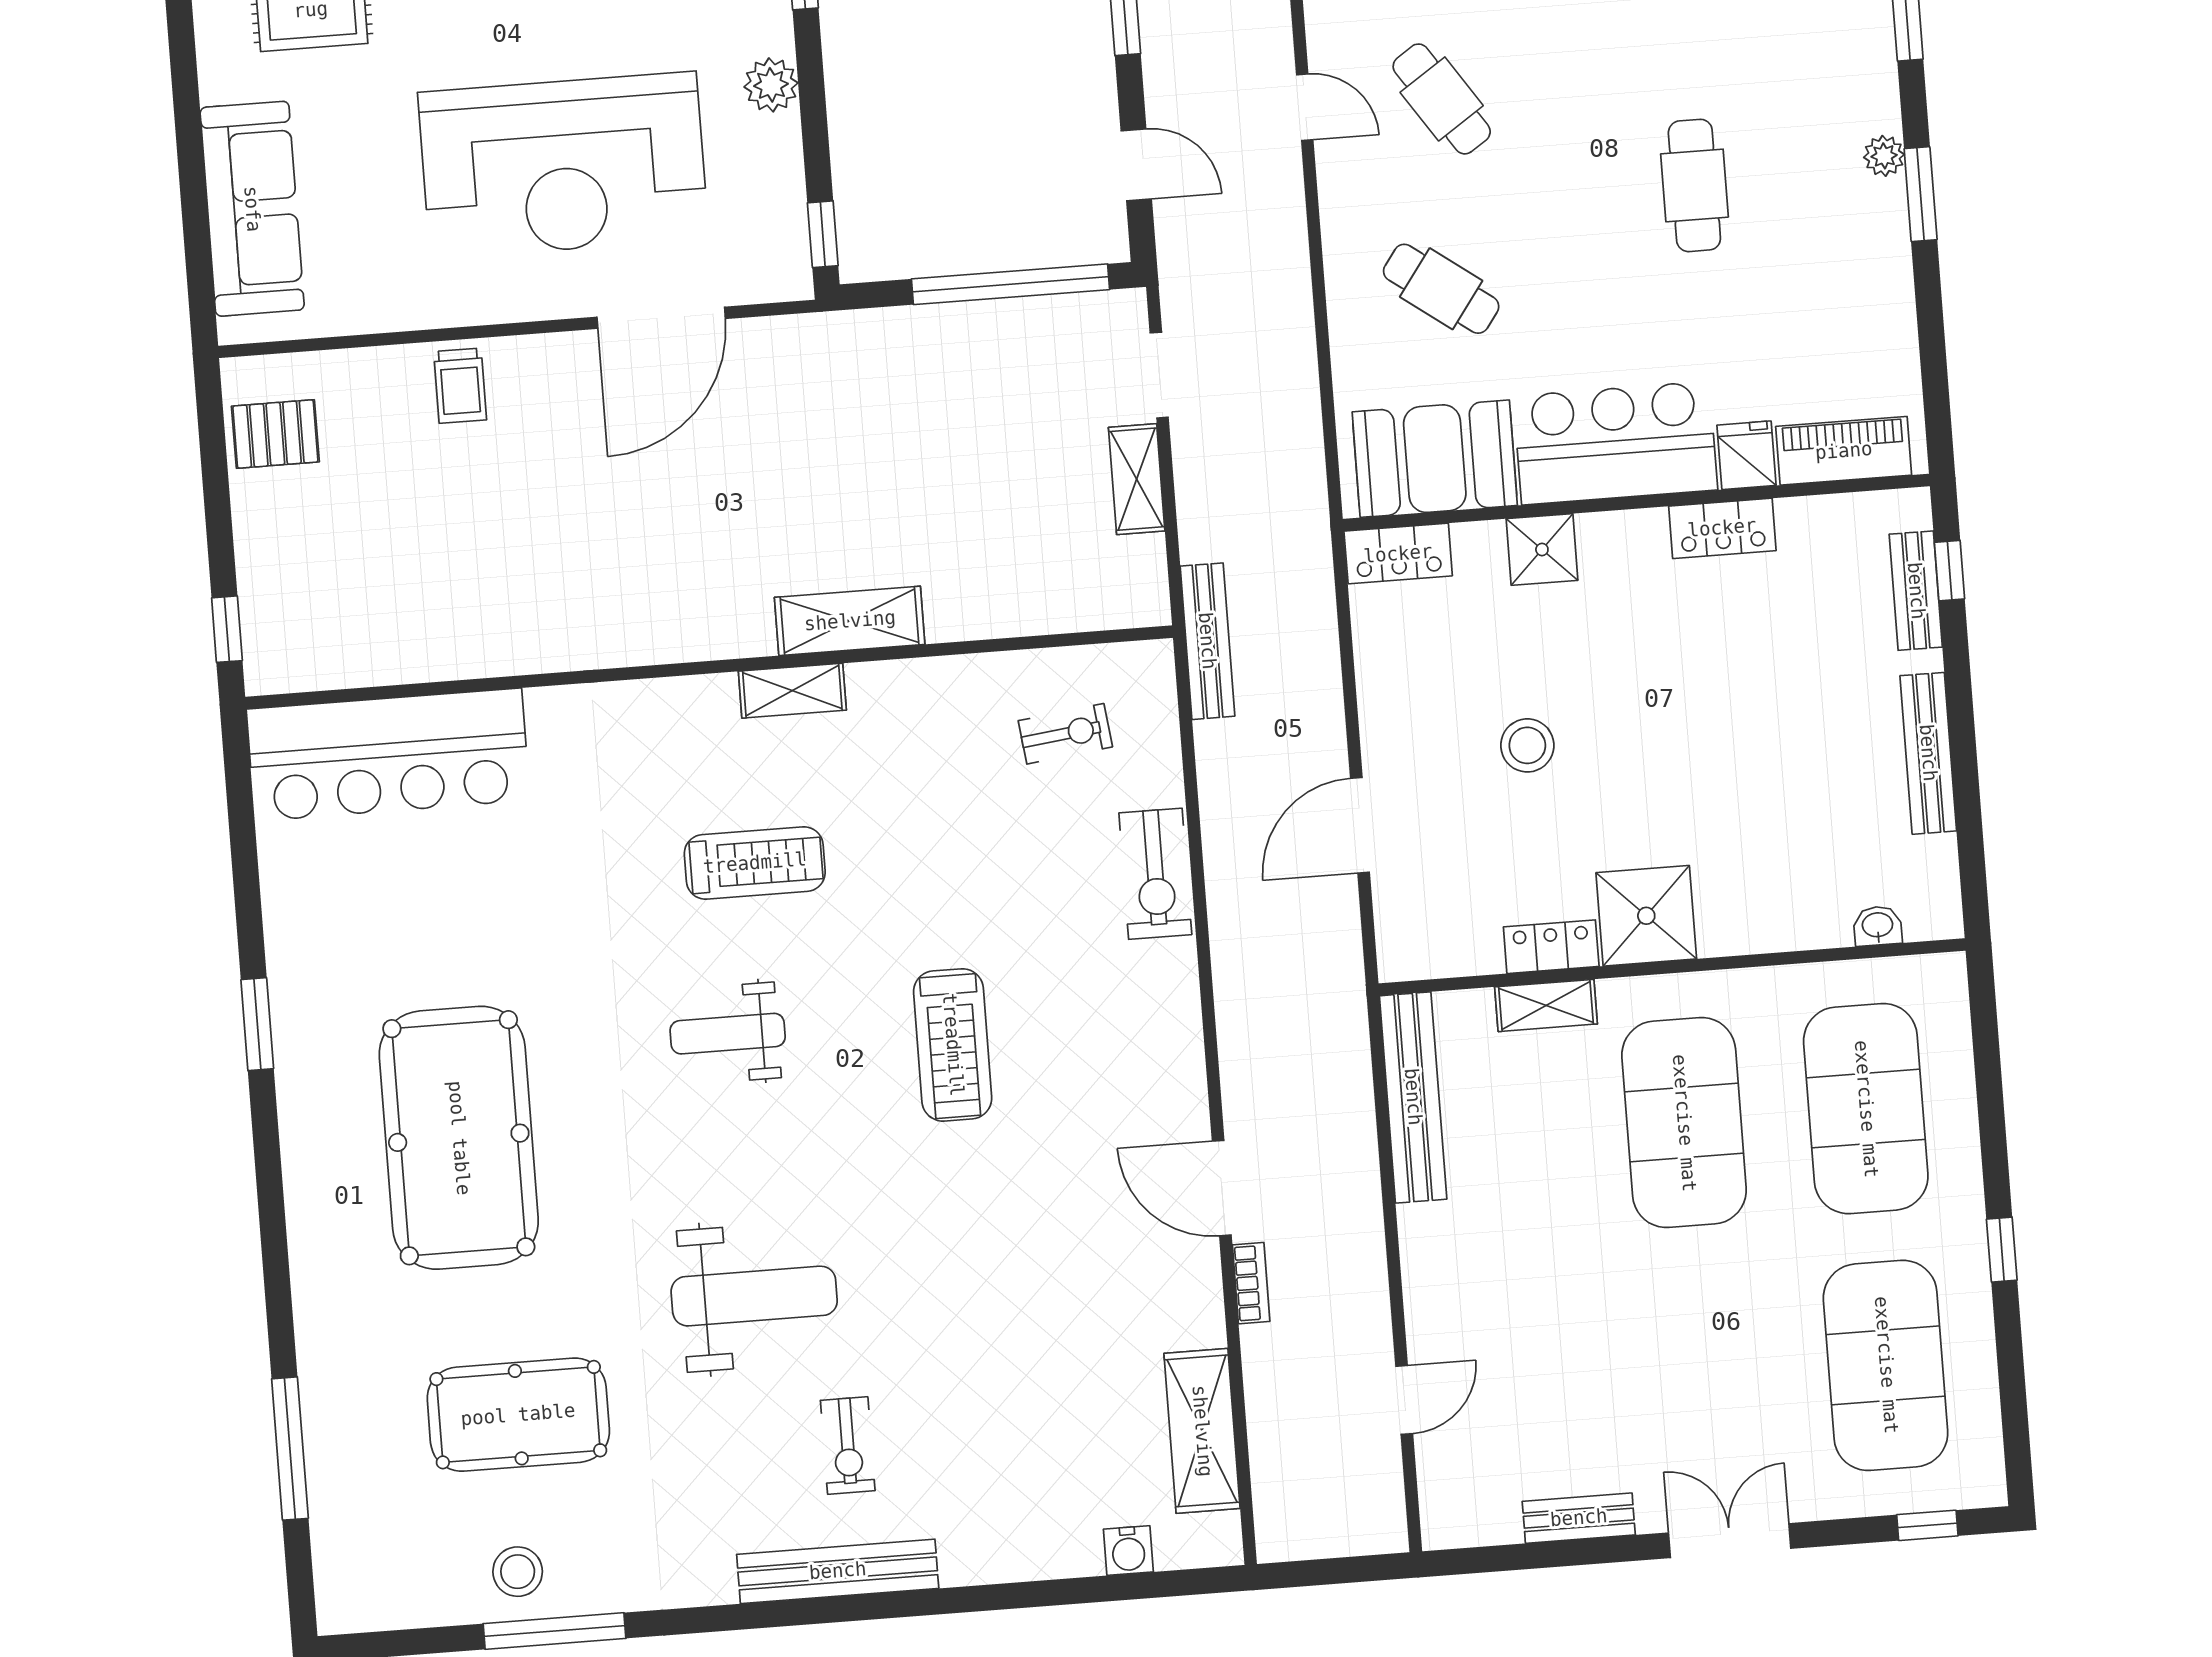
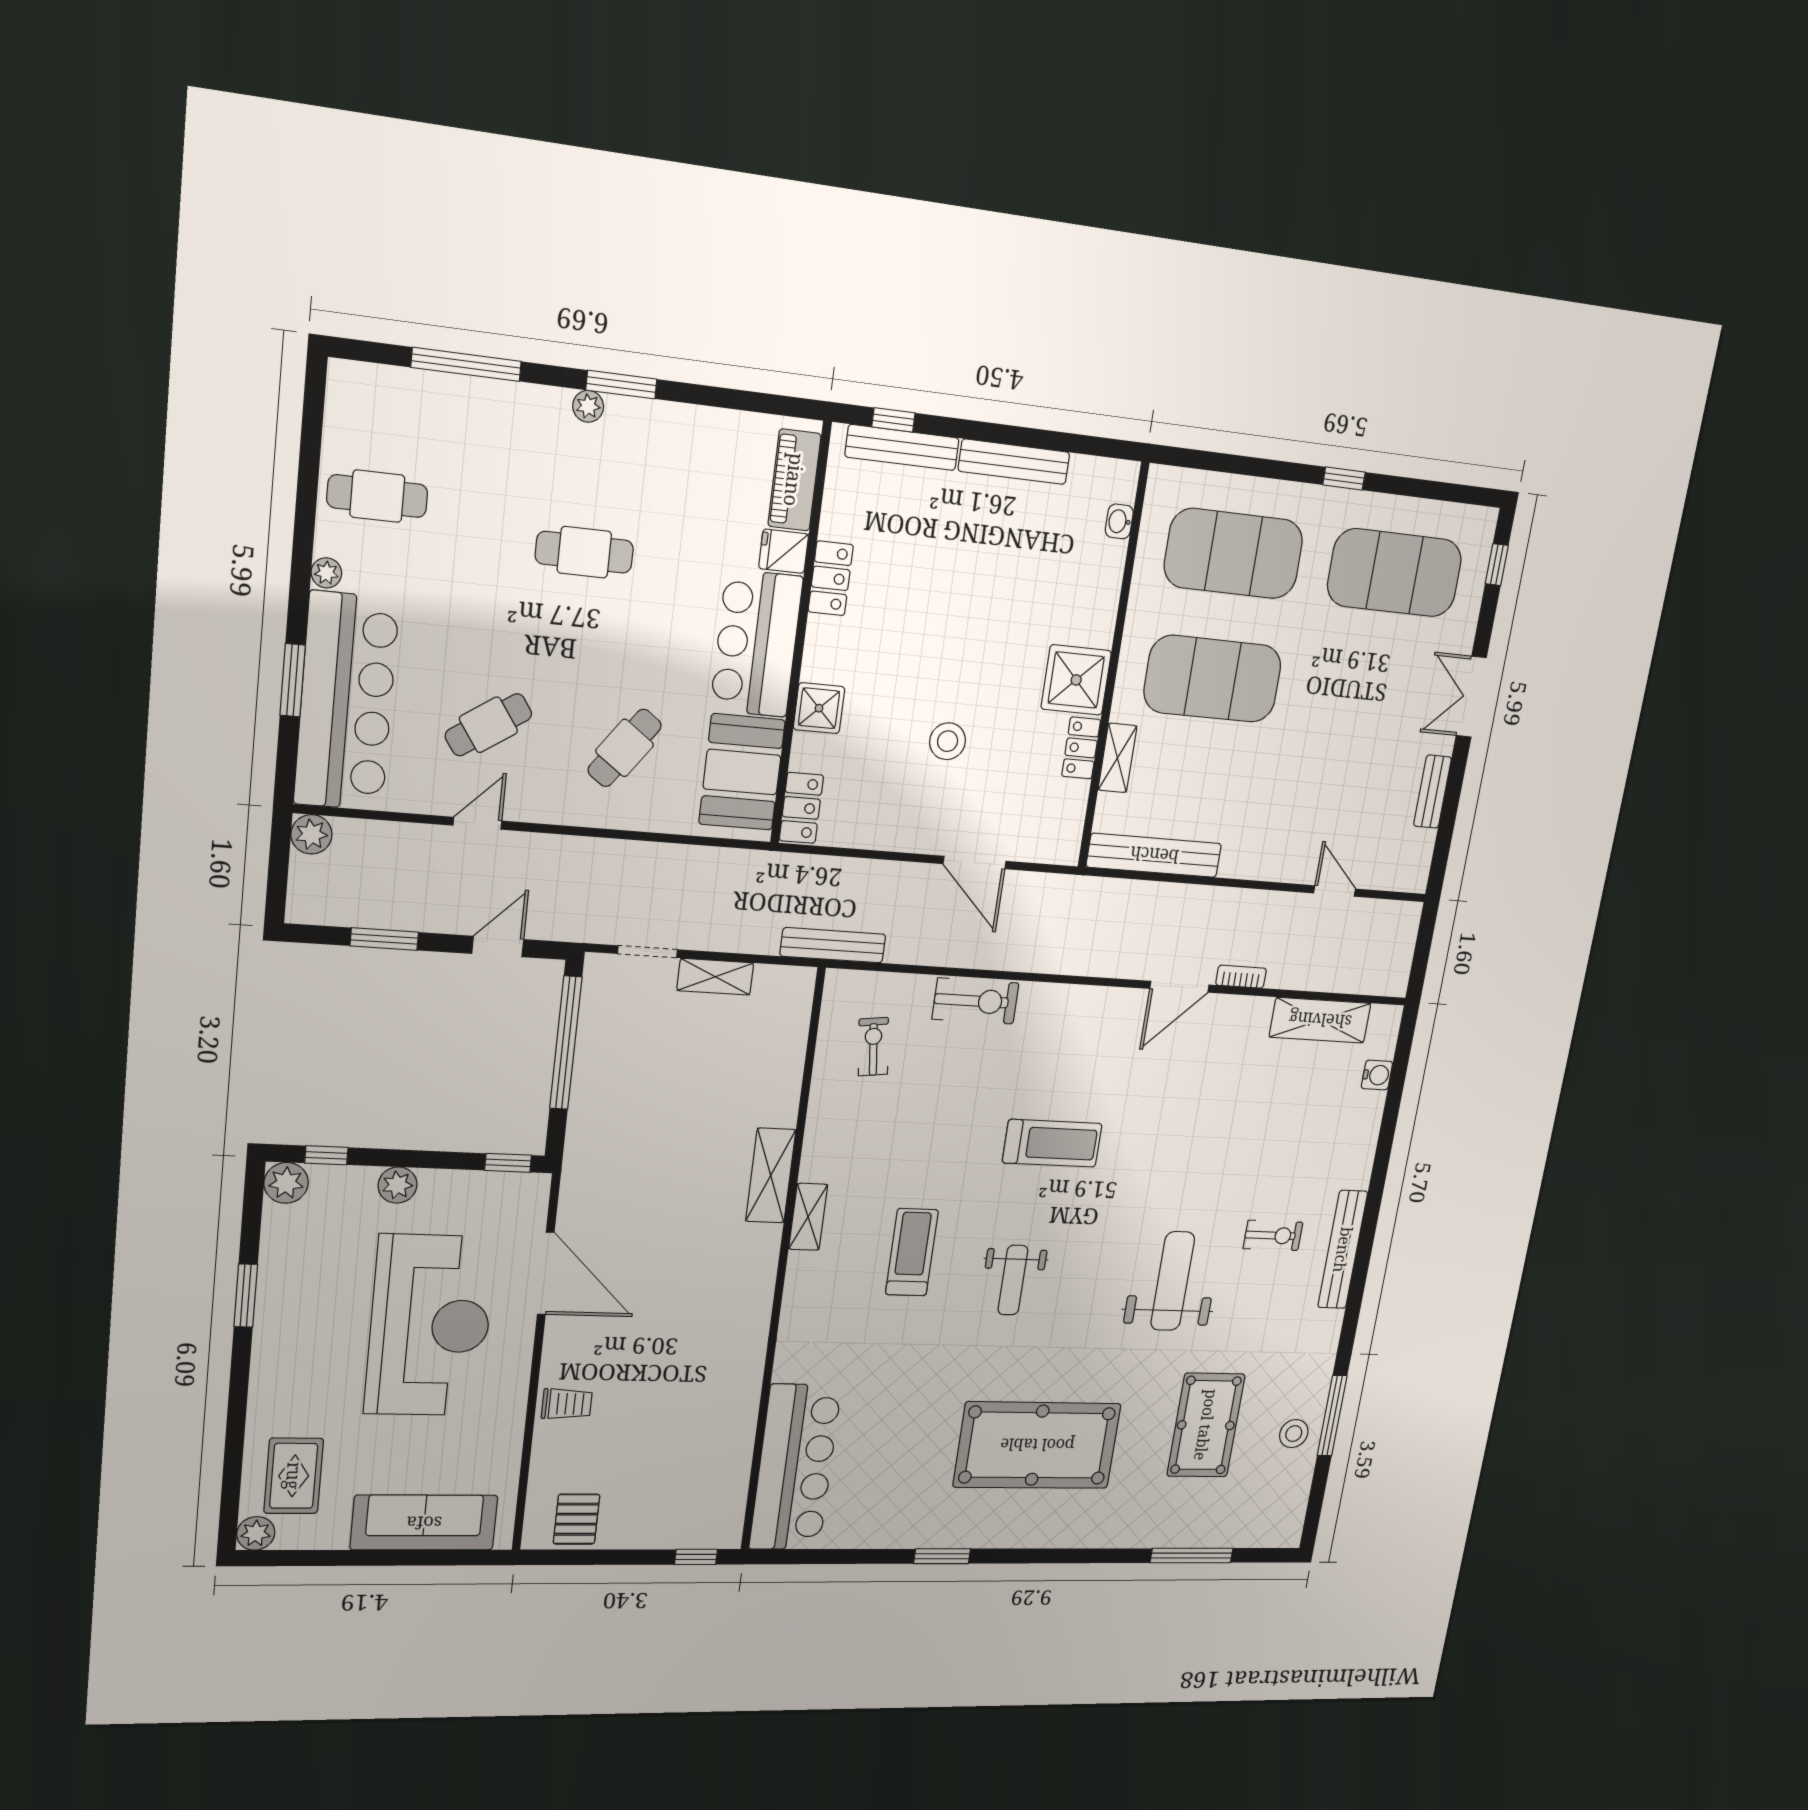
bench: (1916, 591) -> (902, 447), width x1.36

